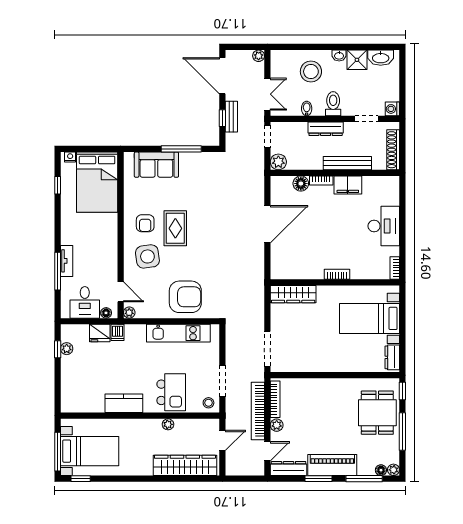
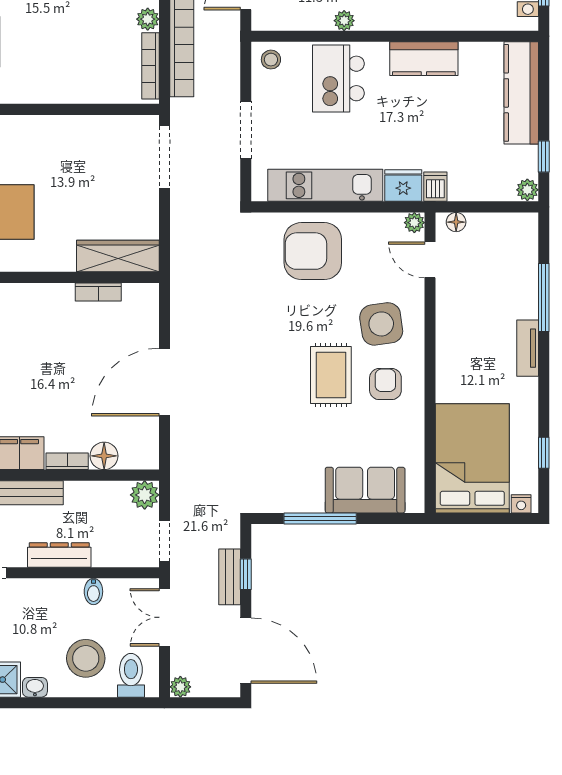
toilet: (333, 104) -> (131, 675), moved, turned 180
tv unit: (67, 261) -> (528, 348), moved
bookcase: (337, 274) -> (98, 292), moved
desk: (85, 302) -> (495, 241), removed
fridge: (100, 333) -> (403, 186), moved
plant: (67, 349) -> (527, 190), moved
doorway: (222, 381) -> (246, 130), moved
kitchen counter: (70, 384) -> (521, 93), added

